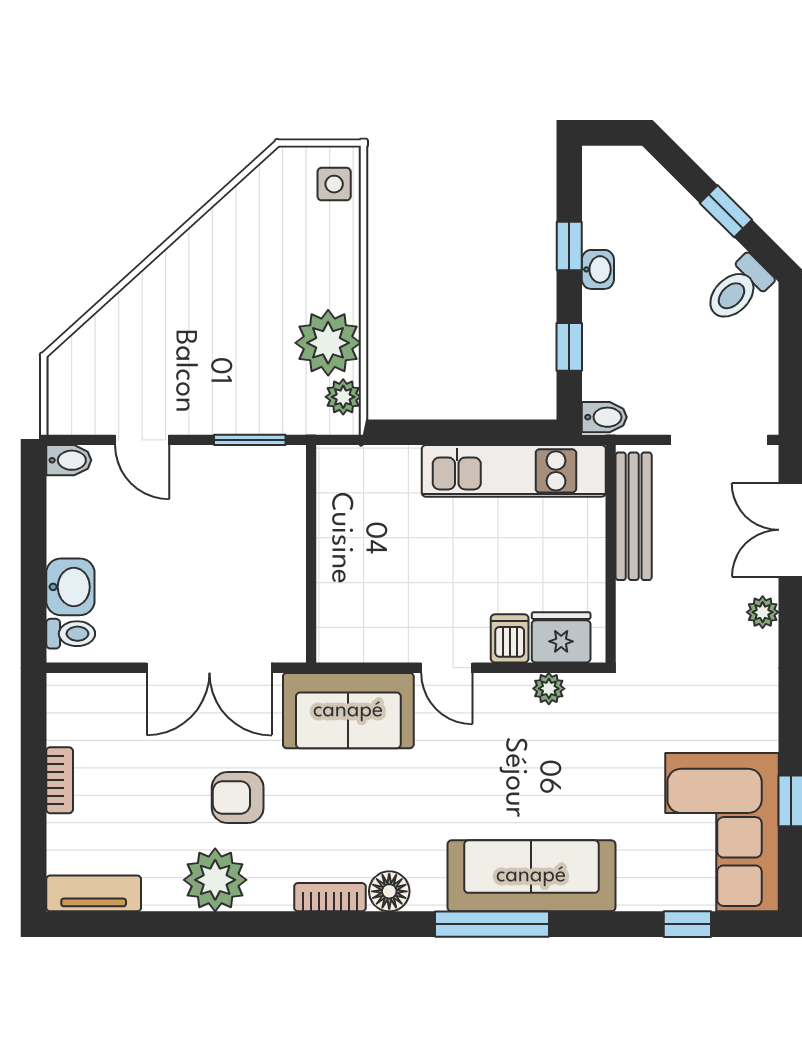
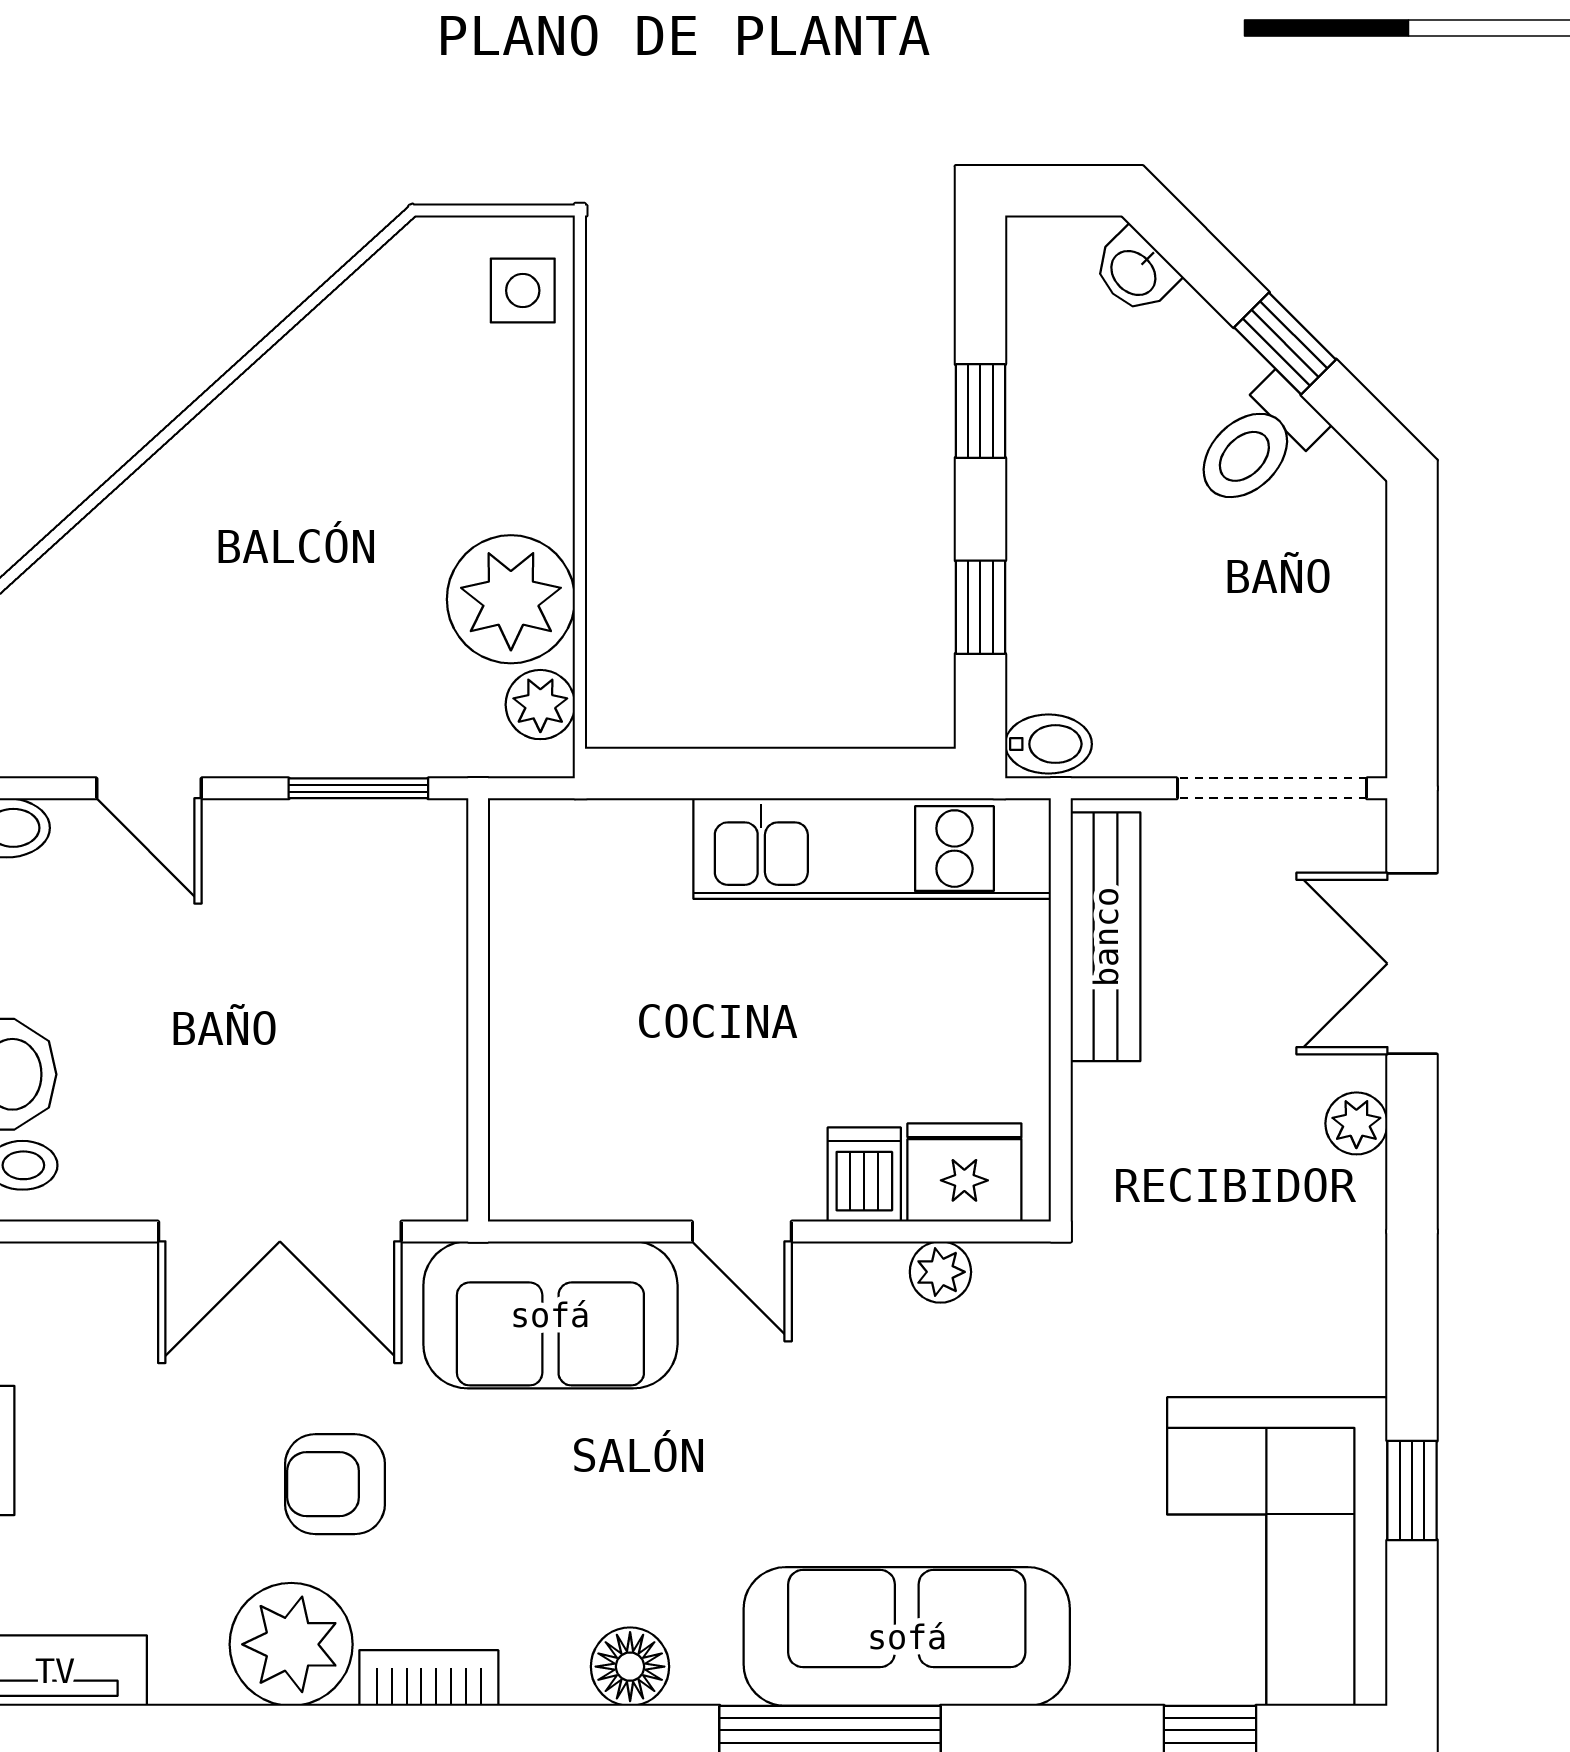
washbasin: (598, 269) -> (1135, 272), moved, turned 135
toilet: (738, 289) -> (1257, 443), moved
bookcase: (330, 897) -> (429, 1678), moved

